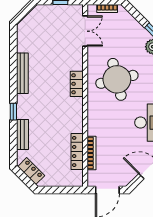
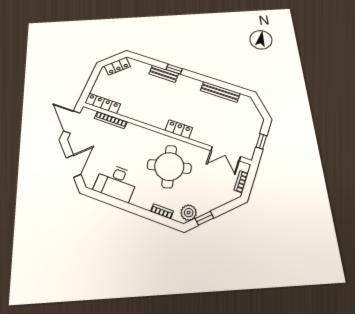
bench: (22, 73) -> (220, 92), moved
bench: (22, 134) -> (164, 74), moved
locker: (77, 151) -> (103, 103), moved

